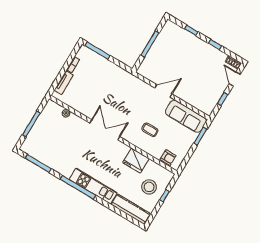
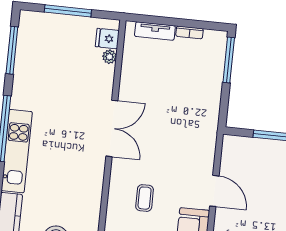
fridge: (136, 161) -> (107, 39), moved, width x0.53, depth x0.75

